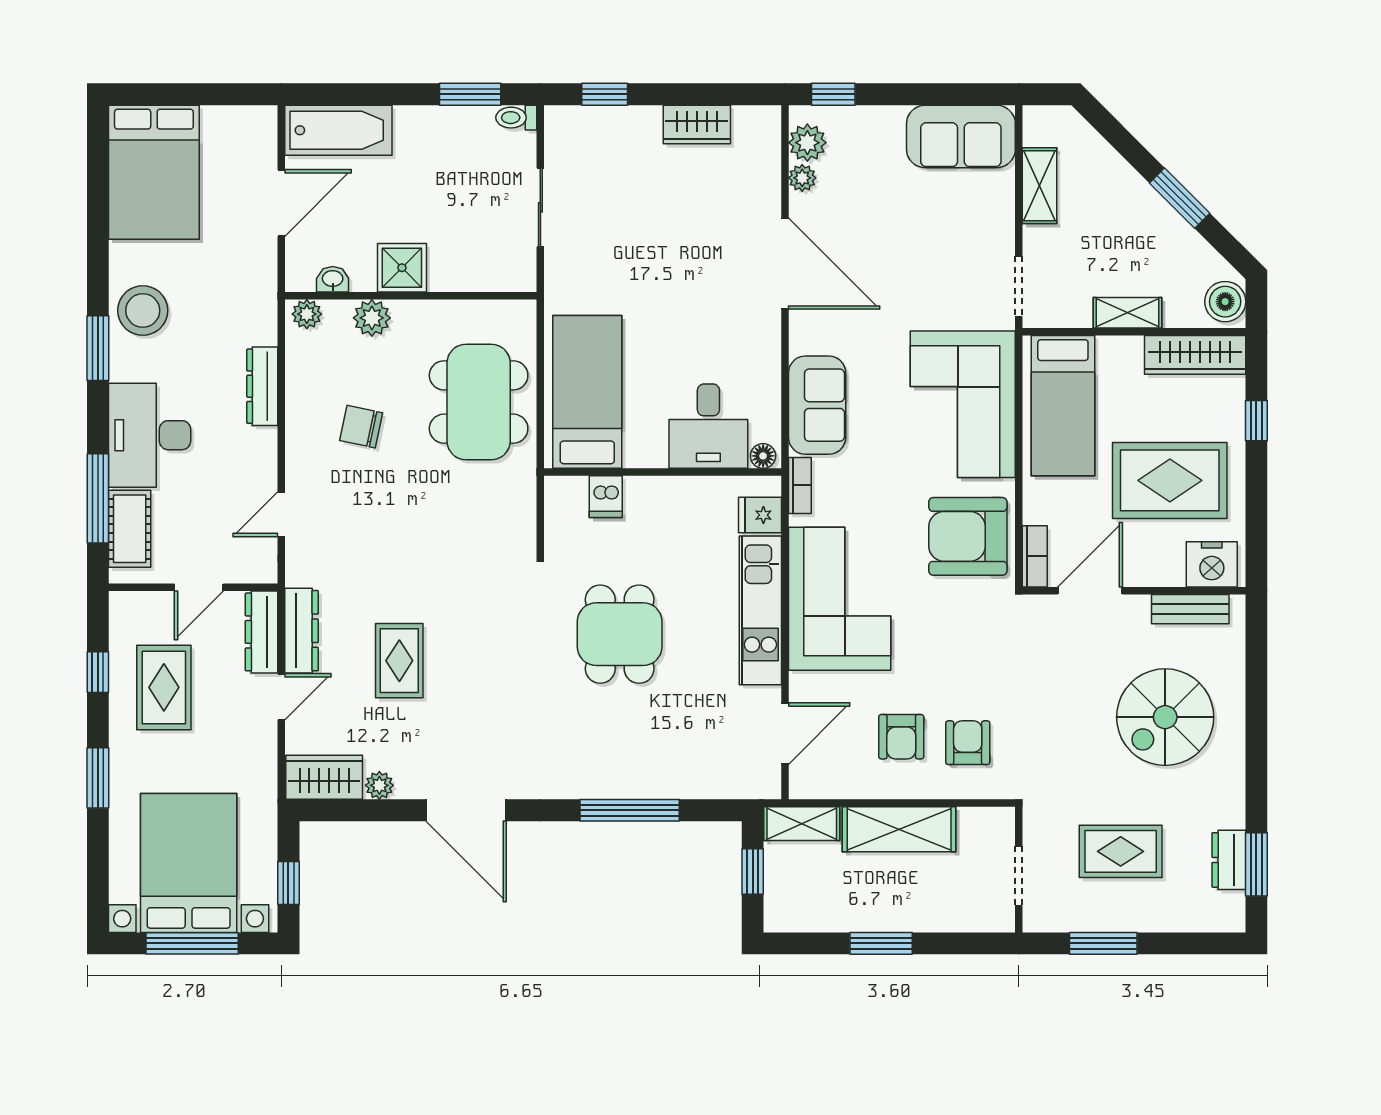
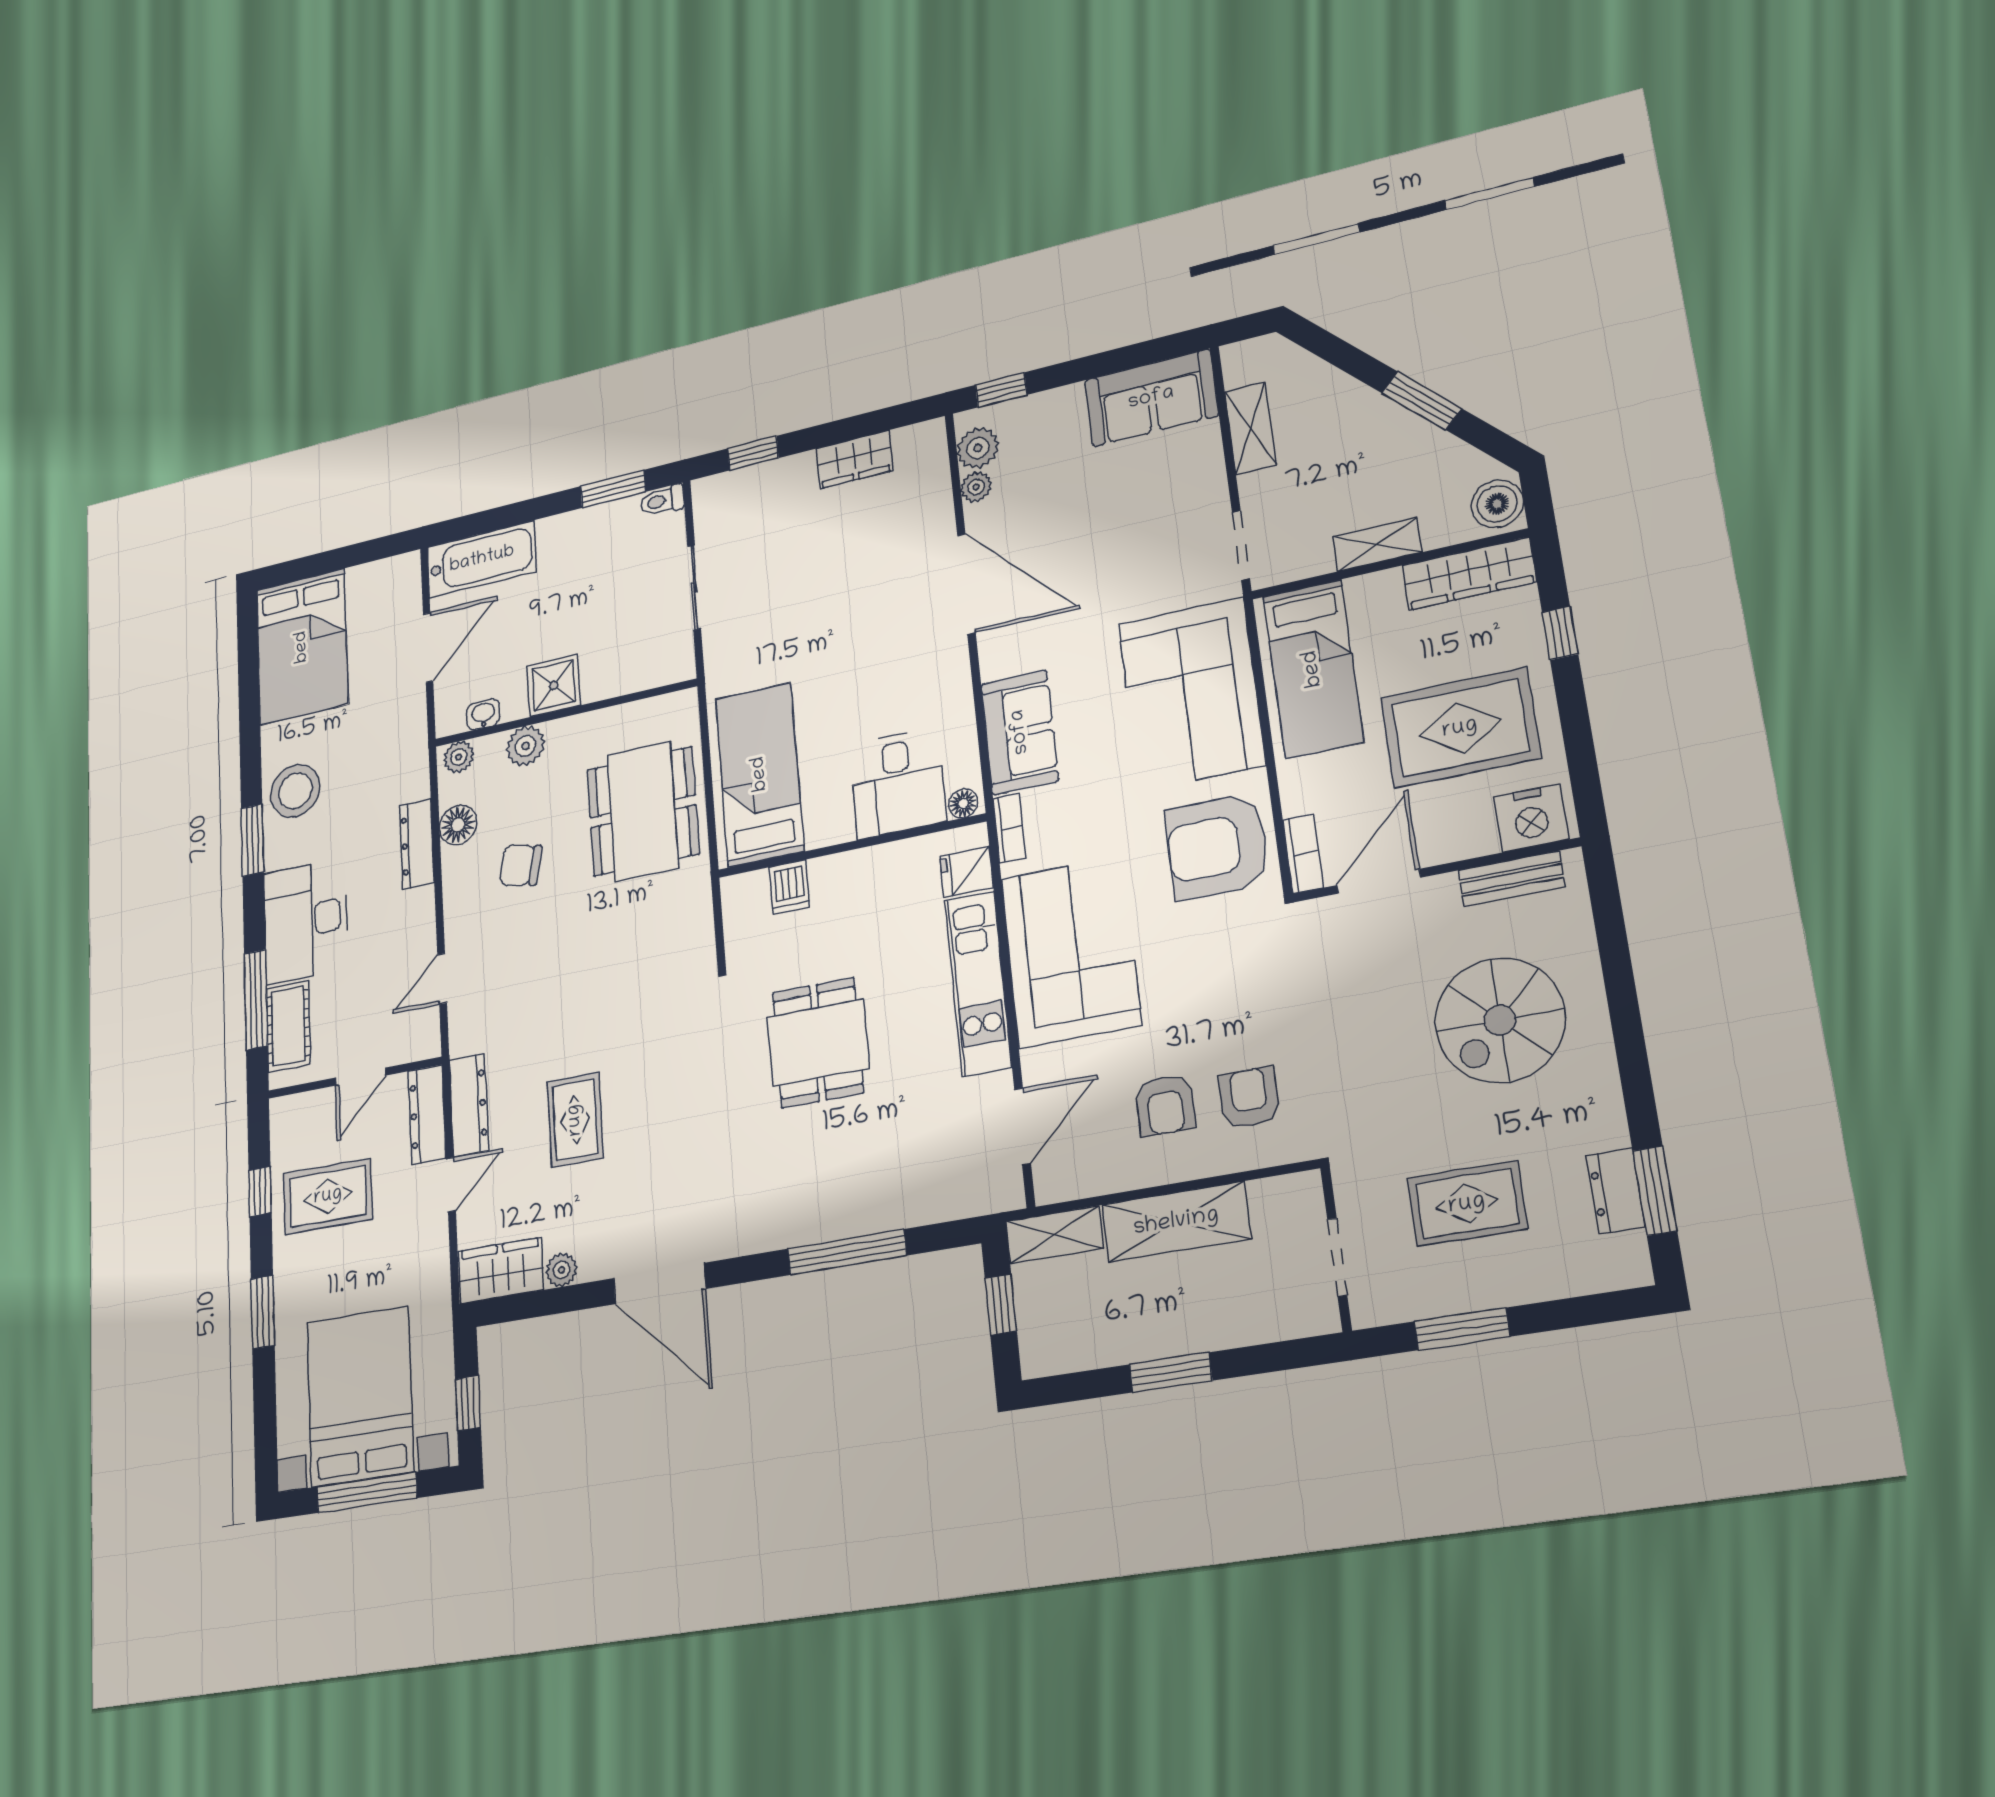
floor lamp: (303, 377) -> (458, 825), added
rug: (164, 687) -> (328, 1196), turned 90

